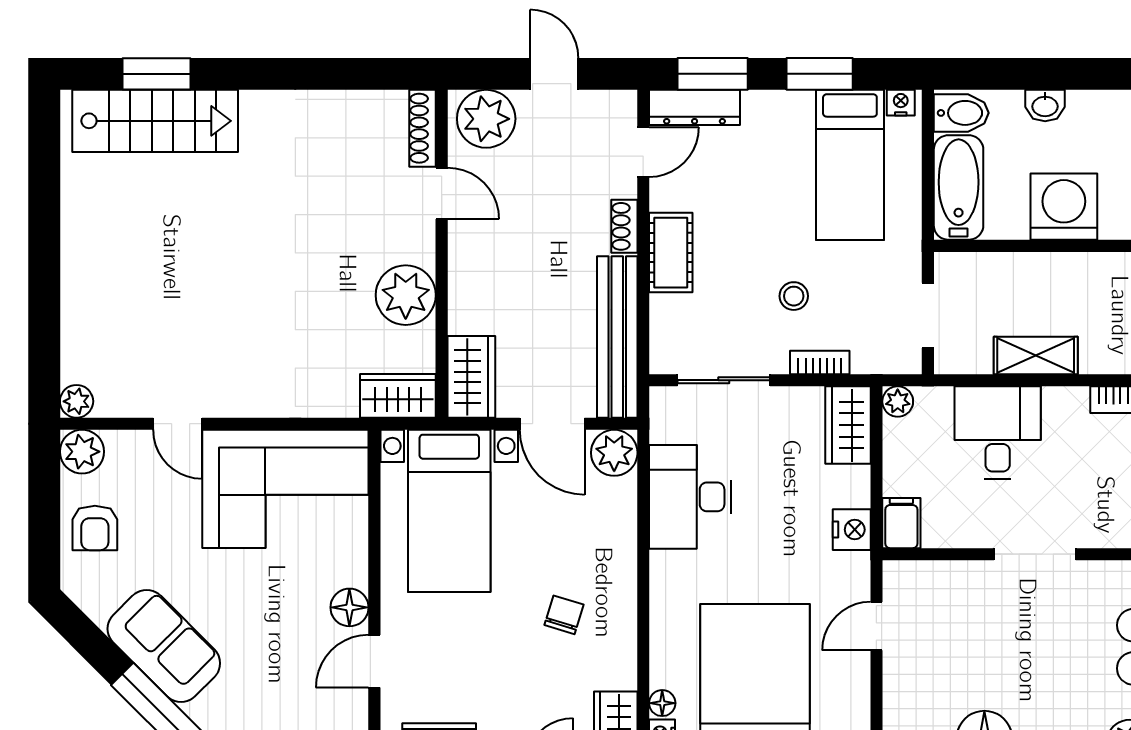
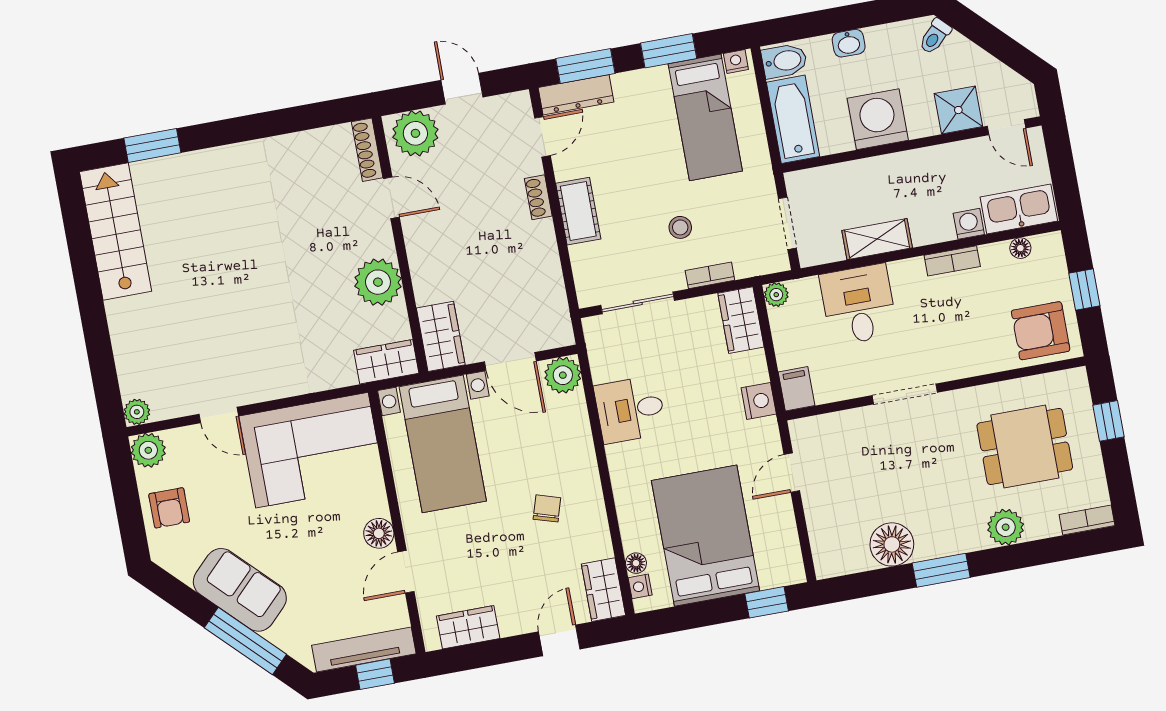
stairs: (155, 121) -> (116, 231), moved, turned -90
bench: (617, 337) -> (549, 284), removed
desk: (690, 497) -> (630, 410), width x0.73

